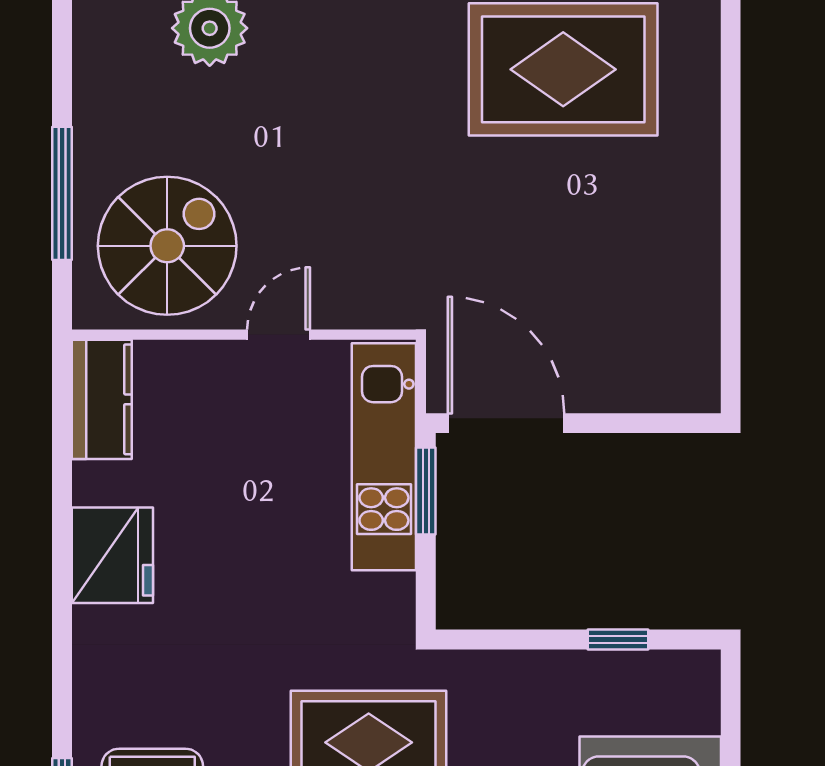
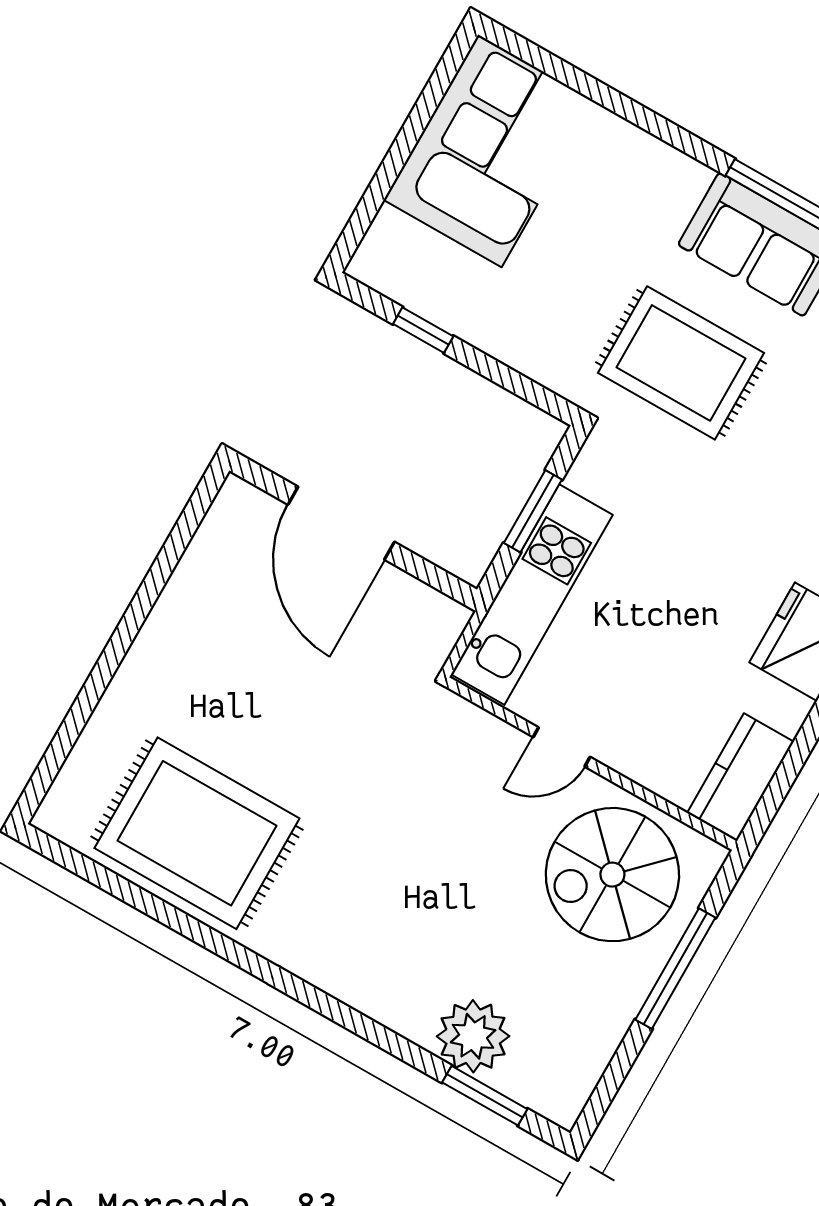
door: (506, 423) -> (341, 523), moved
window: (426, 491) -> (533, 511), moved

